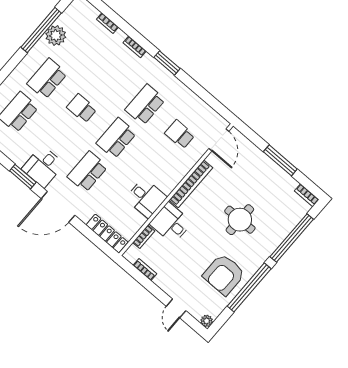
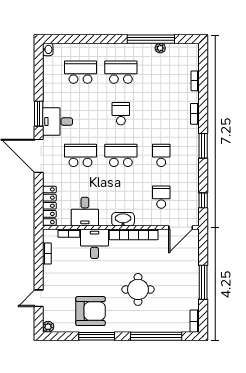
plant: (56, 35) -> (160, 48), width x0.53, depth x0.53
window: (212, 102) -> (203, 200), added
school desk: (145, 105) -> (161, 155), width x0.54
washbasin: (171, 182) -> (123, 219), added
desk: (146, 198) -> (85, 212), moved
armchair: (224, 274) -> (91, 311), turned 180
window: (249, 287) -> (97, 336), width x0.68

